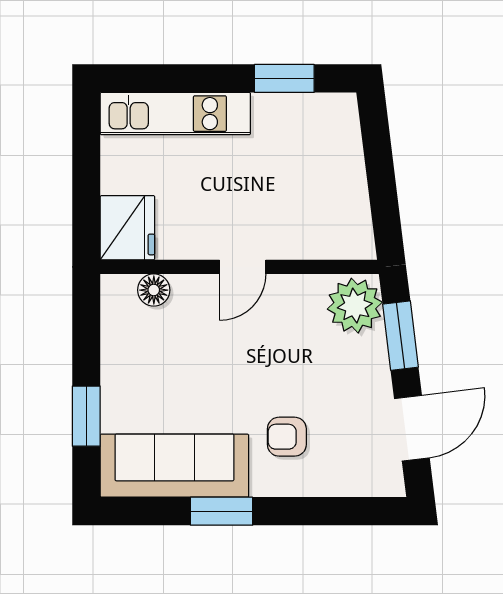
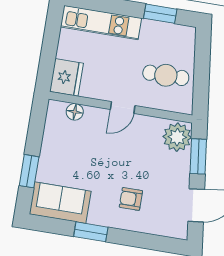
cafe table: (314, 193) -> (166, 75), added
sofa: (174, 466) -> (60, 203), width x0.73

